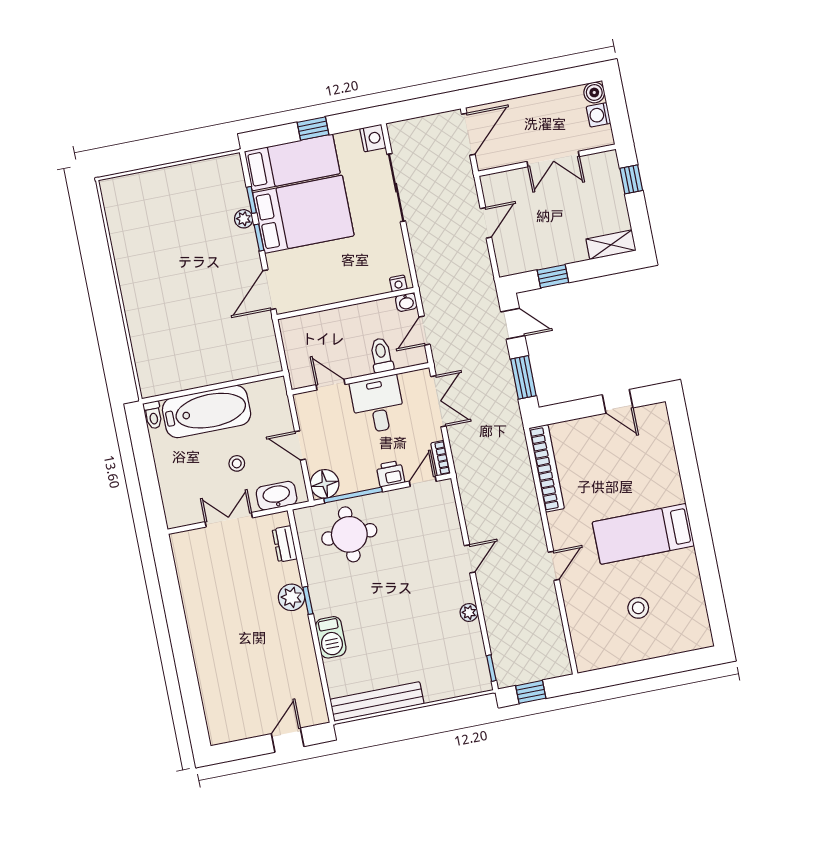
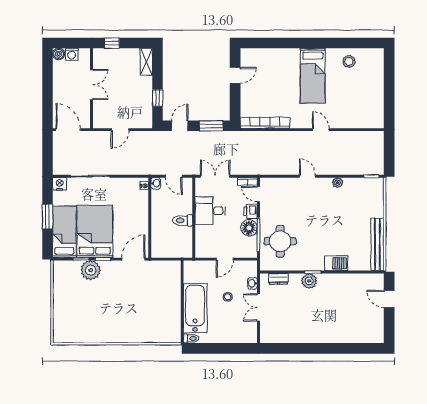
window: (313, 128) -> (48, 217), width x1.50
plant: (244, 219) -> (91, 270), width x1.87, depth x1.87
door: (486, 223) -> (120, 130), swing flipped
door: (269, 290) -> (133, 259), swing flipped
toilet: (381, 355) -> (183, 220), moved
door: (331, 385) -> (194, 235), removed
floor lamp: (325, 484) -> (249, 228), moved
washbasin: (277, 496) -> (252, 283), width x0.52, depth x0.69
stool: (638, 608) -> (349, 61), moved
window: (531, 692) -> (389, 157), removed

